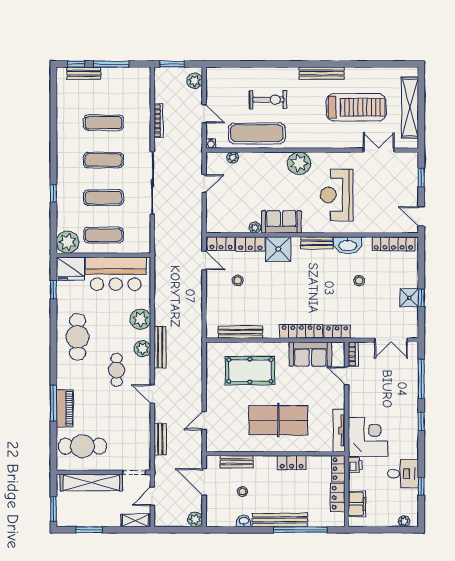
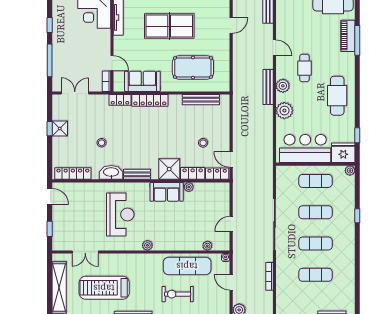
plant: (299, 163) -> (147, 245), width x0.53, depth x0.53
plant: (67, 242) -> (350, 171), width x0.53, depth x0.53

